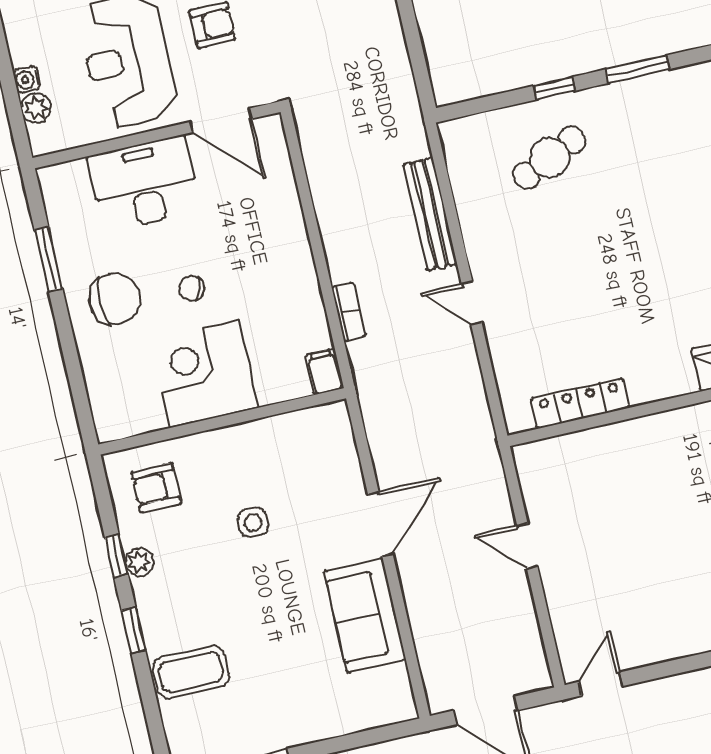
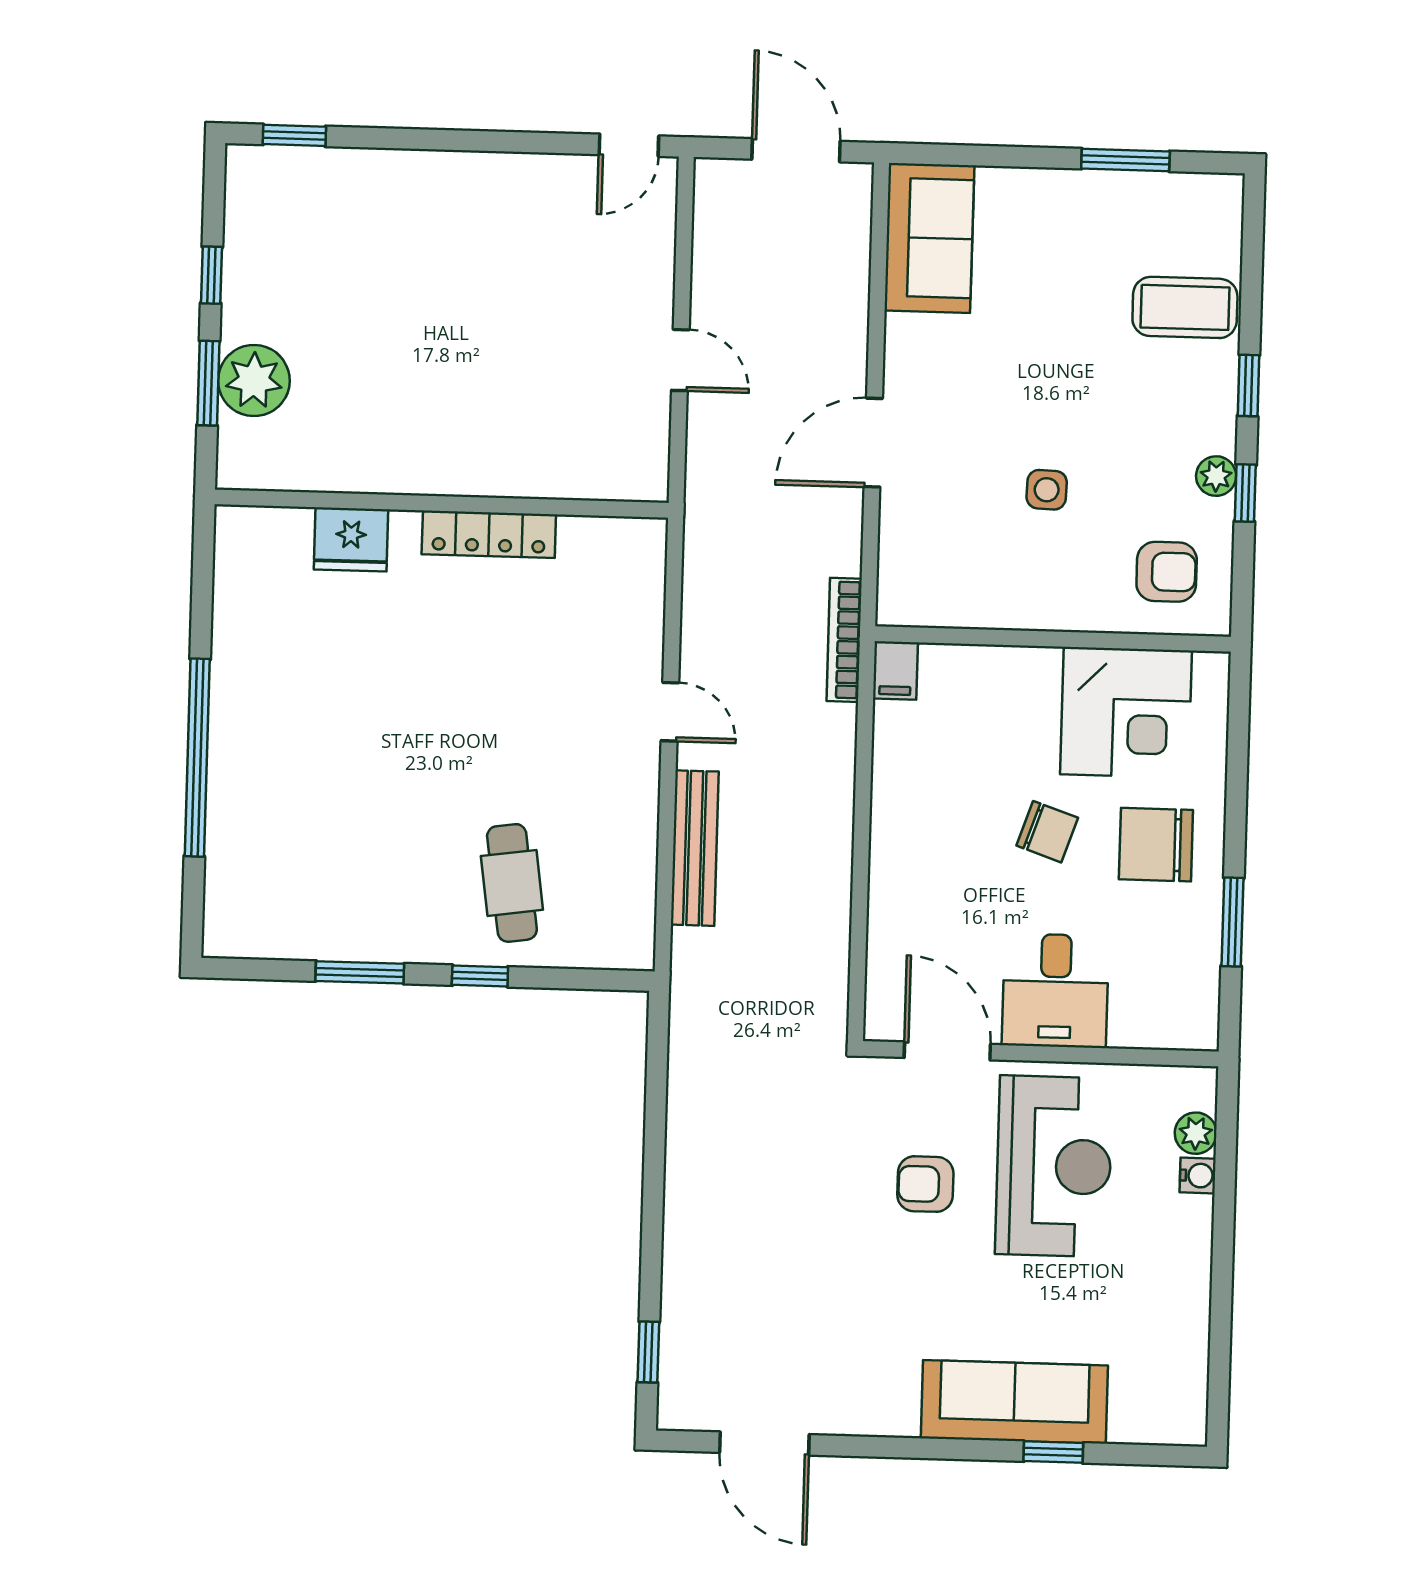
cafe table: (549, 158) -> (512, 883), turned -73
desk: (144, 184) -> (1055, 991), width x0.73
chair: (192, 288) -> (1047, 832), width x1.37, depth x1.37
bookcase: (349, 312) -> (844, 640), moved, width x1.56
corner desk: (204, 374) -> (1126, 712), moved
locker: (580, 403) -> (489, 534), moved
sofa: (365, 616) -> (929, 238), moved

